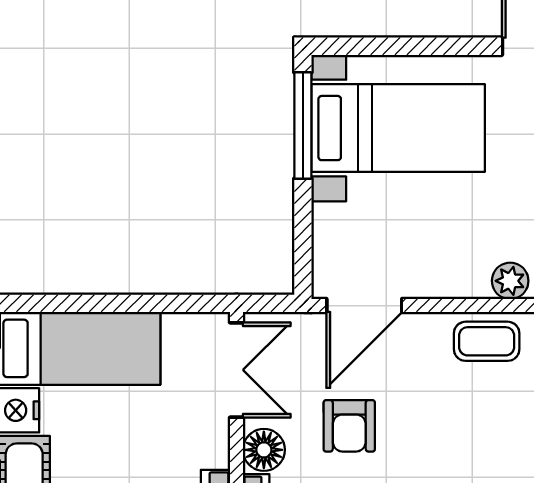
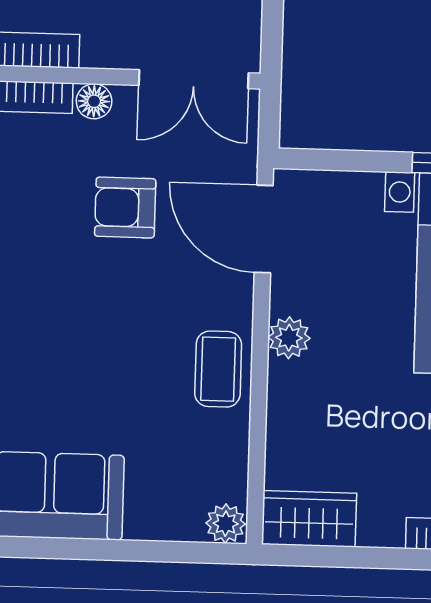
plant: (510, 281) -> (289, 338), moved
floor lamp: (264, 450) -> (94, 101), width x0.73, depth x0.73

